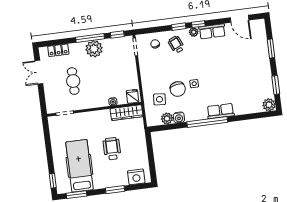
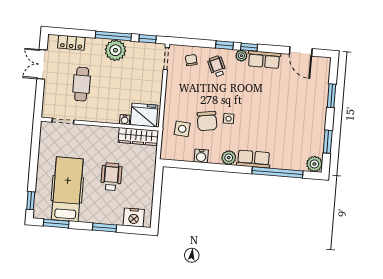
fridge: (132, 96) -> (144, 115), width x1.88, depth x1.34
plant: (167, 118) -> (229, 158), moved
window: (207, 122) -> (277, 172), moved

